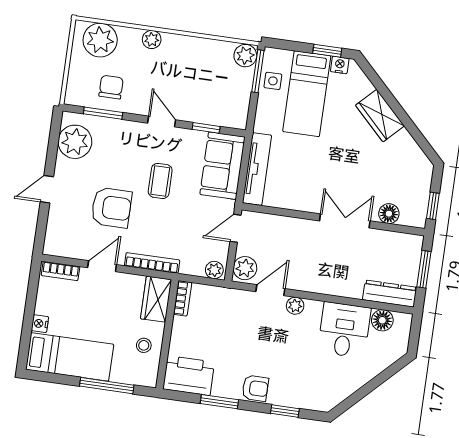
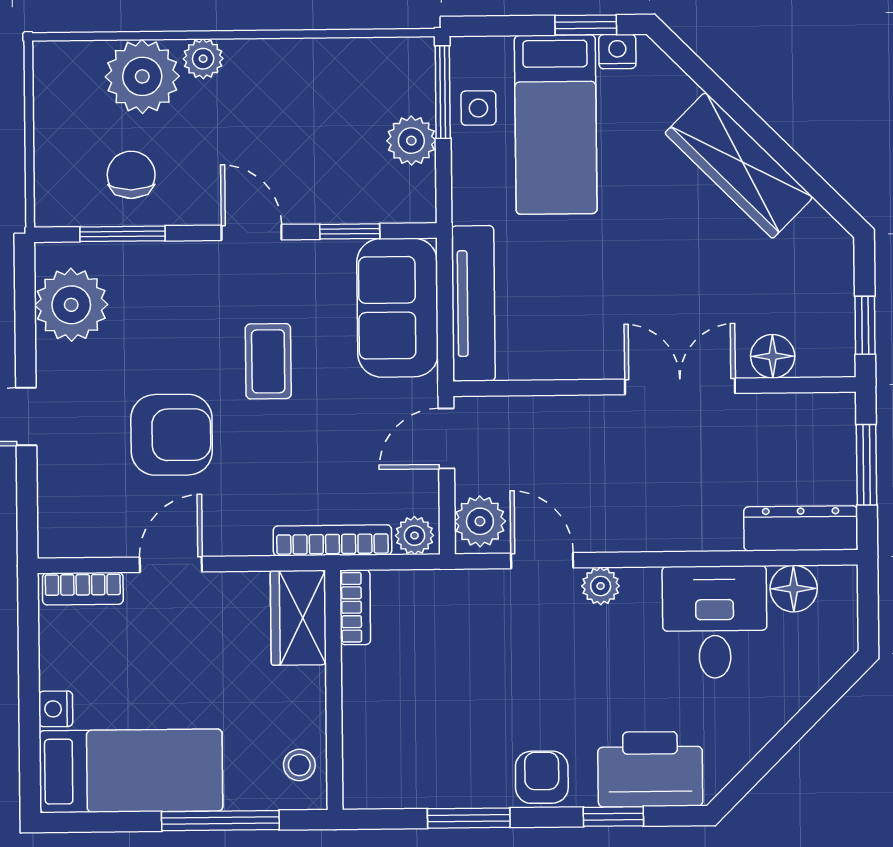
plant: (100, 40) -> (142, 76), moved
plant: (245, 56) -> (411, 141), moved
wardrobe: (380, 116) -> (739, 165), width x1.50
bookcase: (152, 263) -> (332, 540), moved
door: (270, 290) -> (542, 561), hinge flipped
stool: (144, 345) -> (299, 765), moved
printer: (189, 376) -> (650, 769), moved
armchair: (255, 388) -> (542, 777), turned -90

